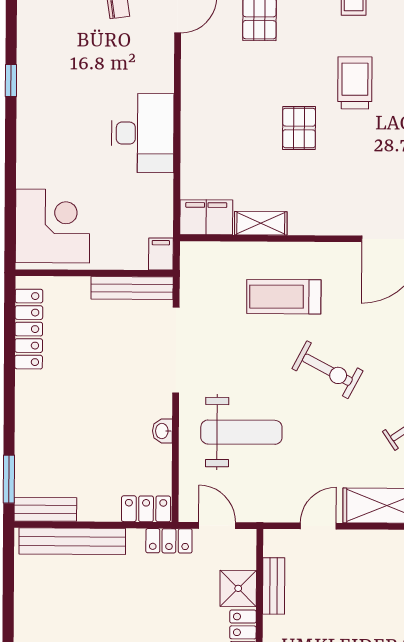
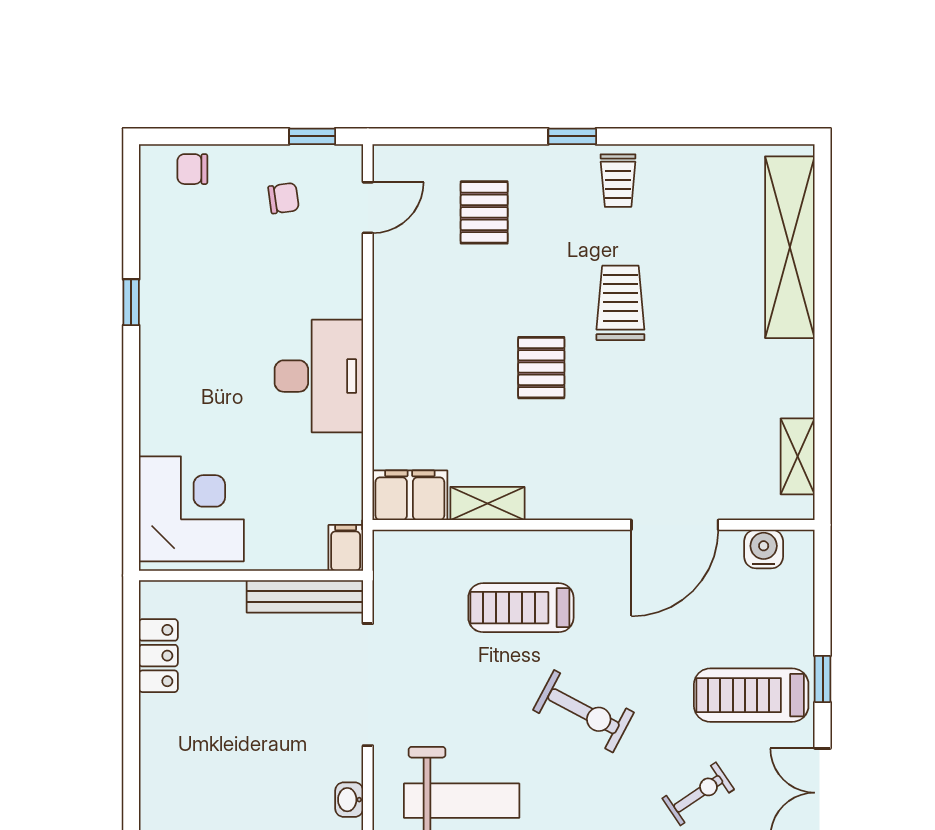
locker: (29, 329) -> (158, 656), width x0.66

